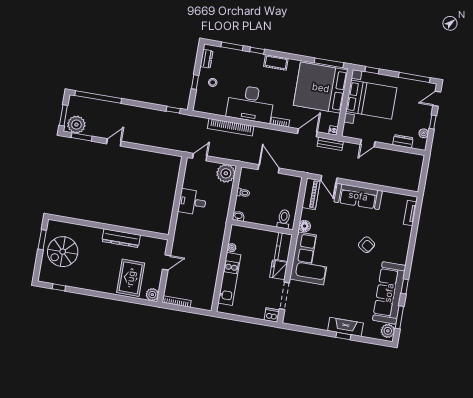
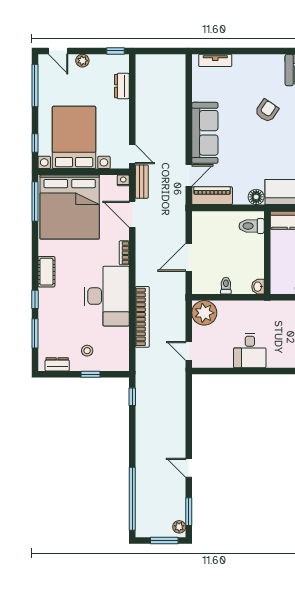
window: (433, 122) -> (116, 51), moved
plant: (76, 125) -> (179, 527), width x0.53, depth x0.53
plant: (424, 133) -> (82, 61), moved
door: (368, 143) -> (132, 154), moved

